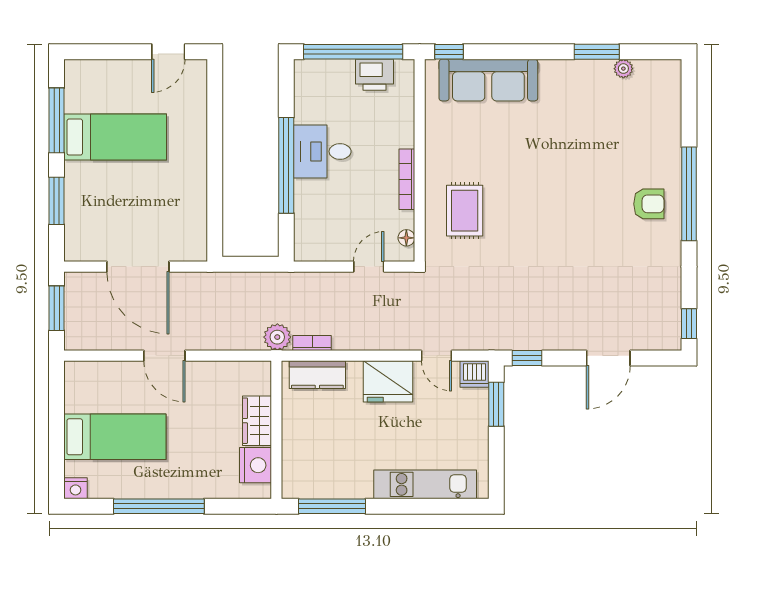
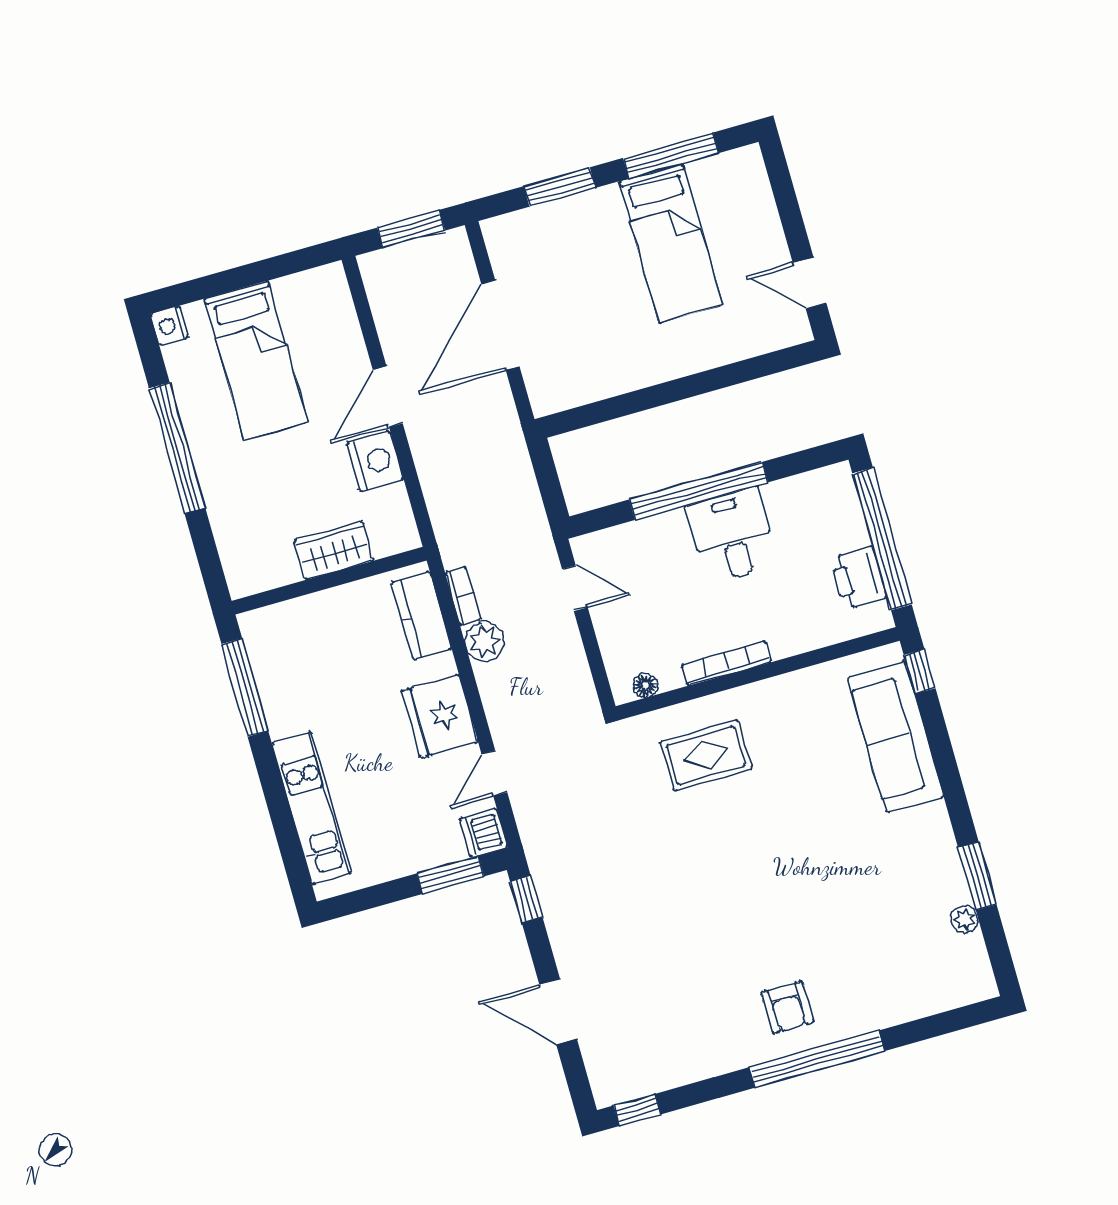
door: (369, 267) -> (575, 588), moved
plant: (277, 337) -> (485, 642), moved
nightstand: (256, 465) -> (375, 461), moved, turned -90

